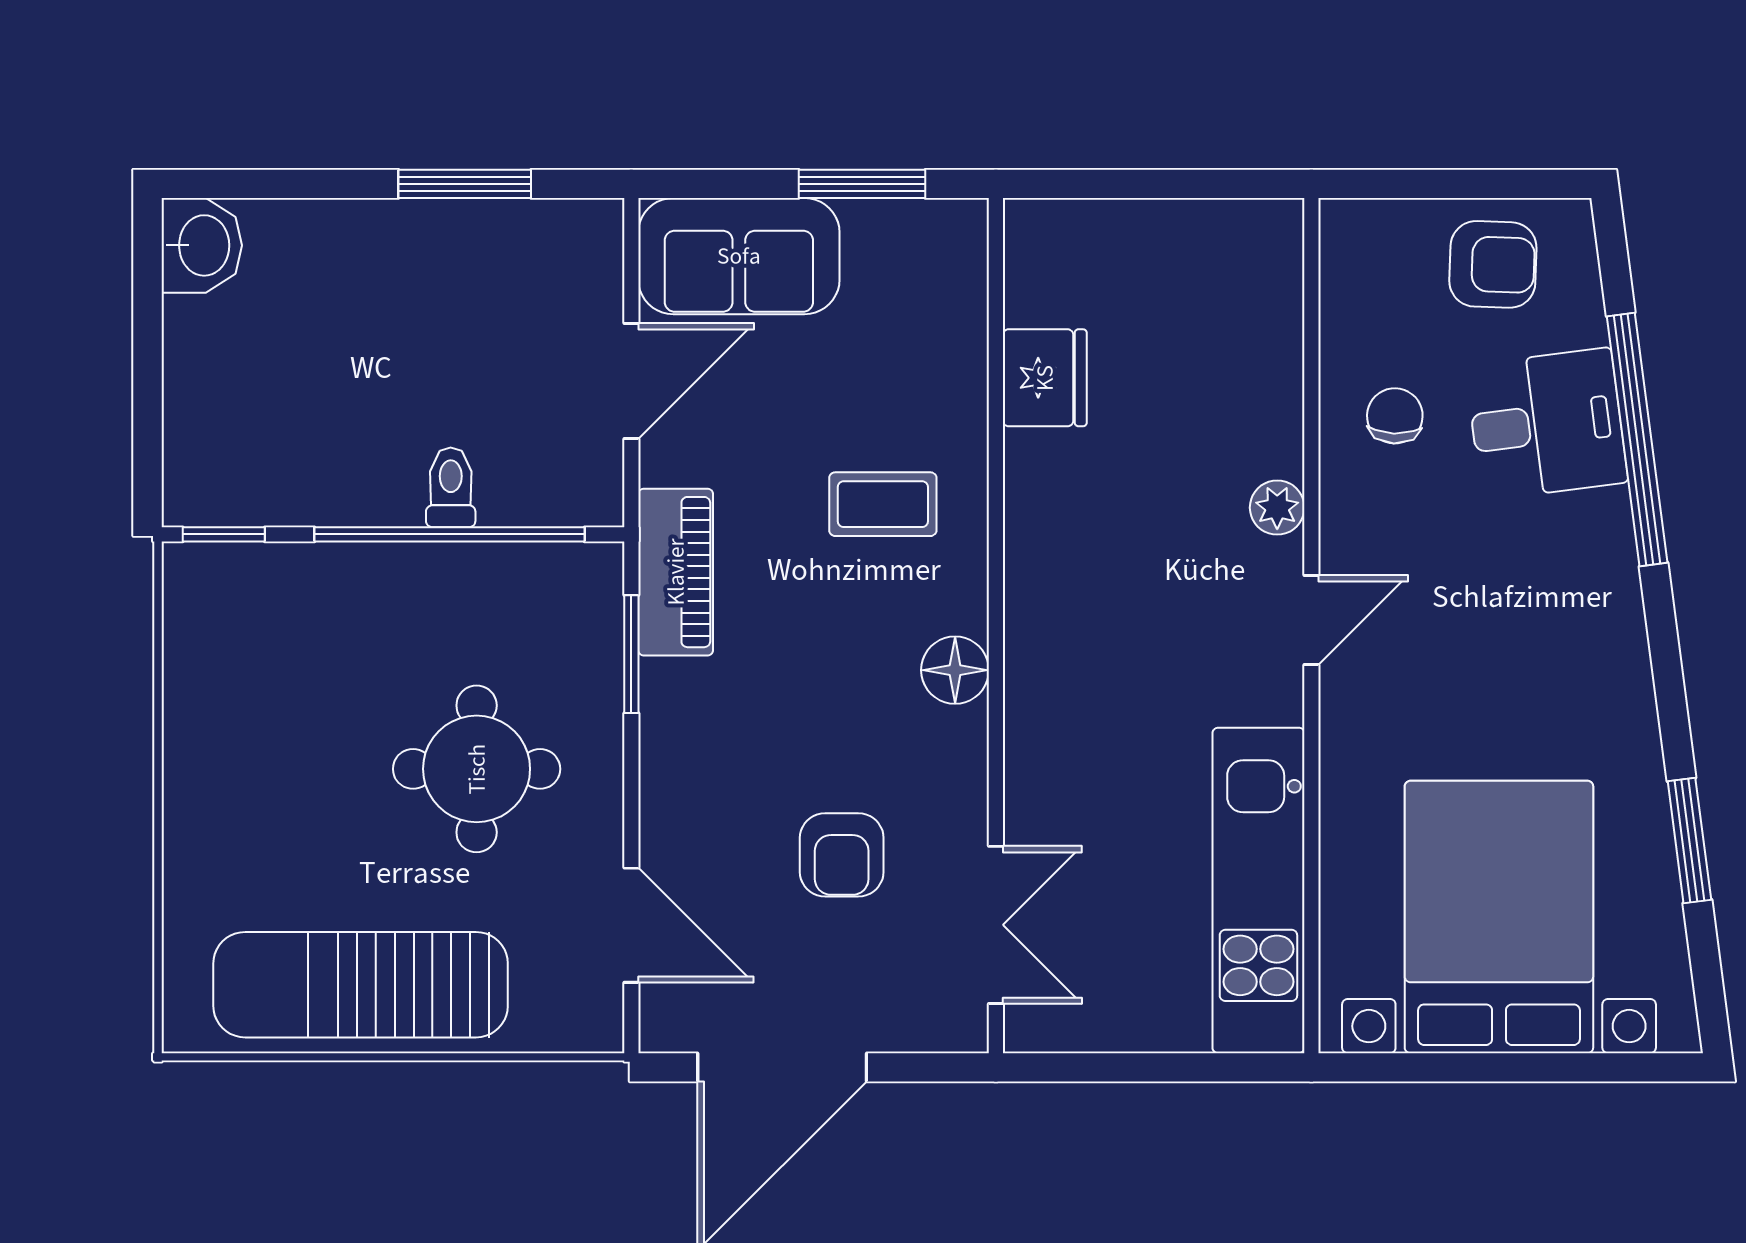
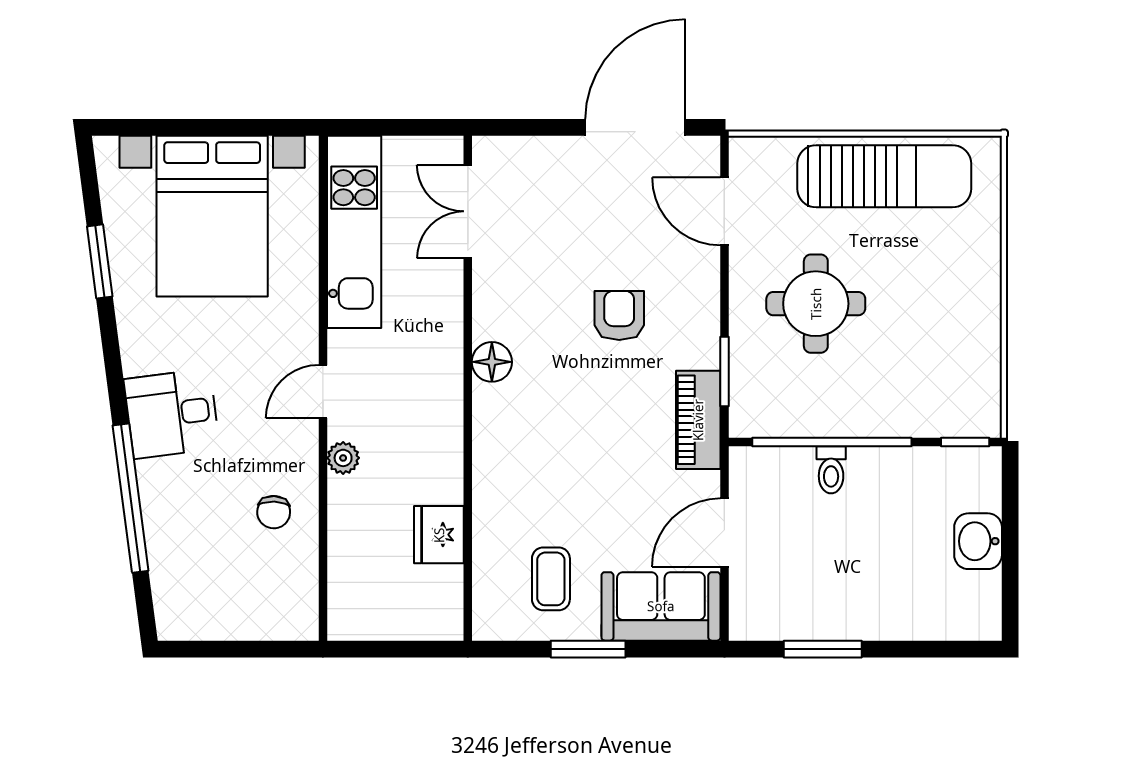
washbasin: (202, 245) -> (978, 541), moved
armchair: (1493, 264) -> (216, 602), removed
fridge: (1045, 378) -> (439, 535), moved
desk: (1547, 424) -> (172, 414), moved
coffee table: (883, 504) -> (551, 579), moved, turned 90
wall: (996, 626) -> (468, 388), moved
floor lamp: (955, 670) -> (492, 362), moved
armchair: (842, 855) -> (619, 315), moved
double door: (996, 925) -> (468, 211), moved

